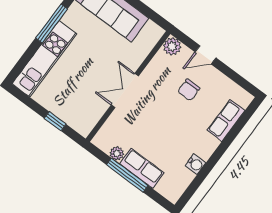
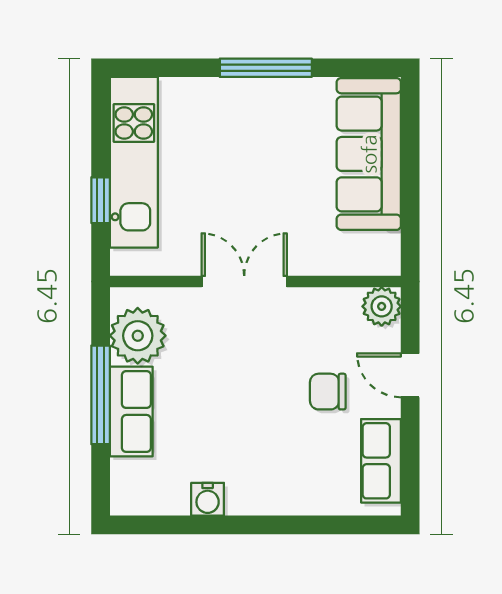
kitchen unit: (44, 59) -> (134, 162), moved, turned -90
row of seats: (226, 120) -> (381, 461), moved, turned -90
plant: (117, 153) -> (138, 336), width x1.87, depth x1.87

